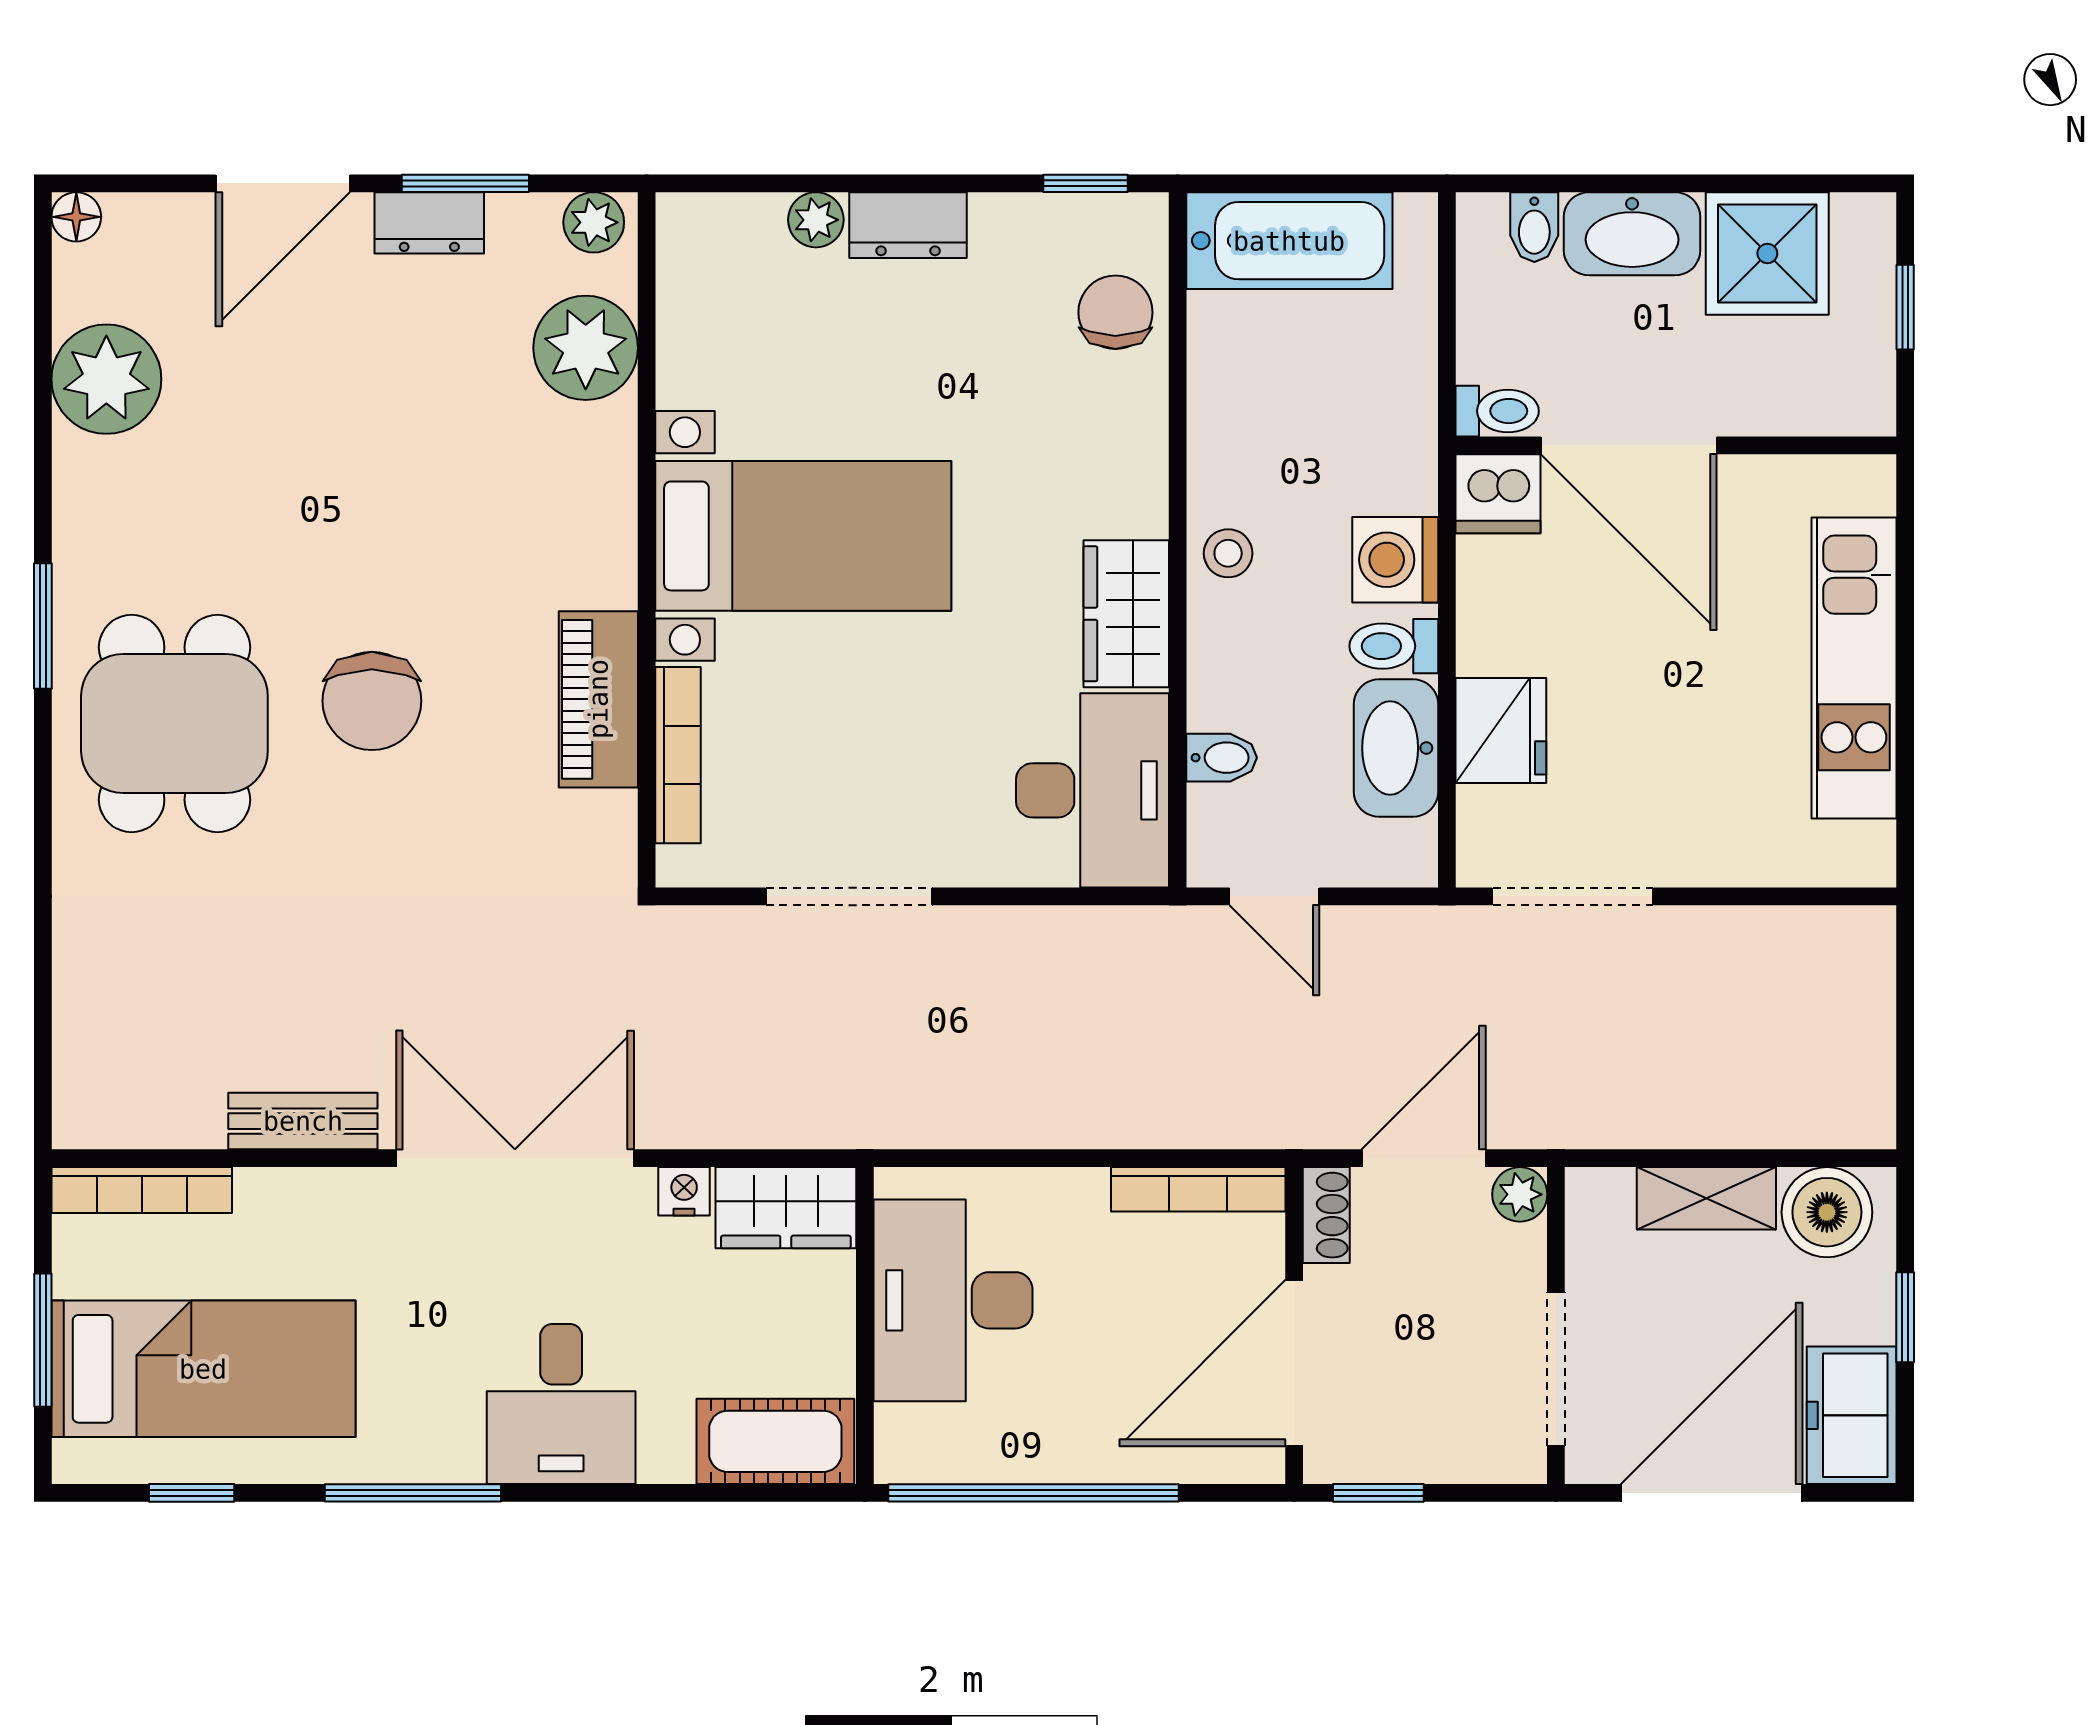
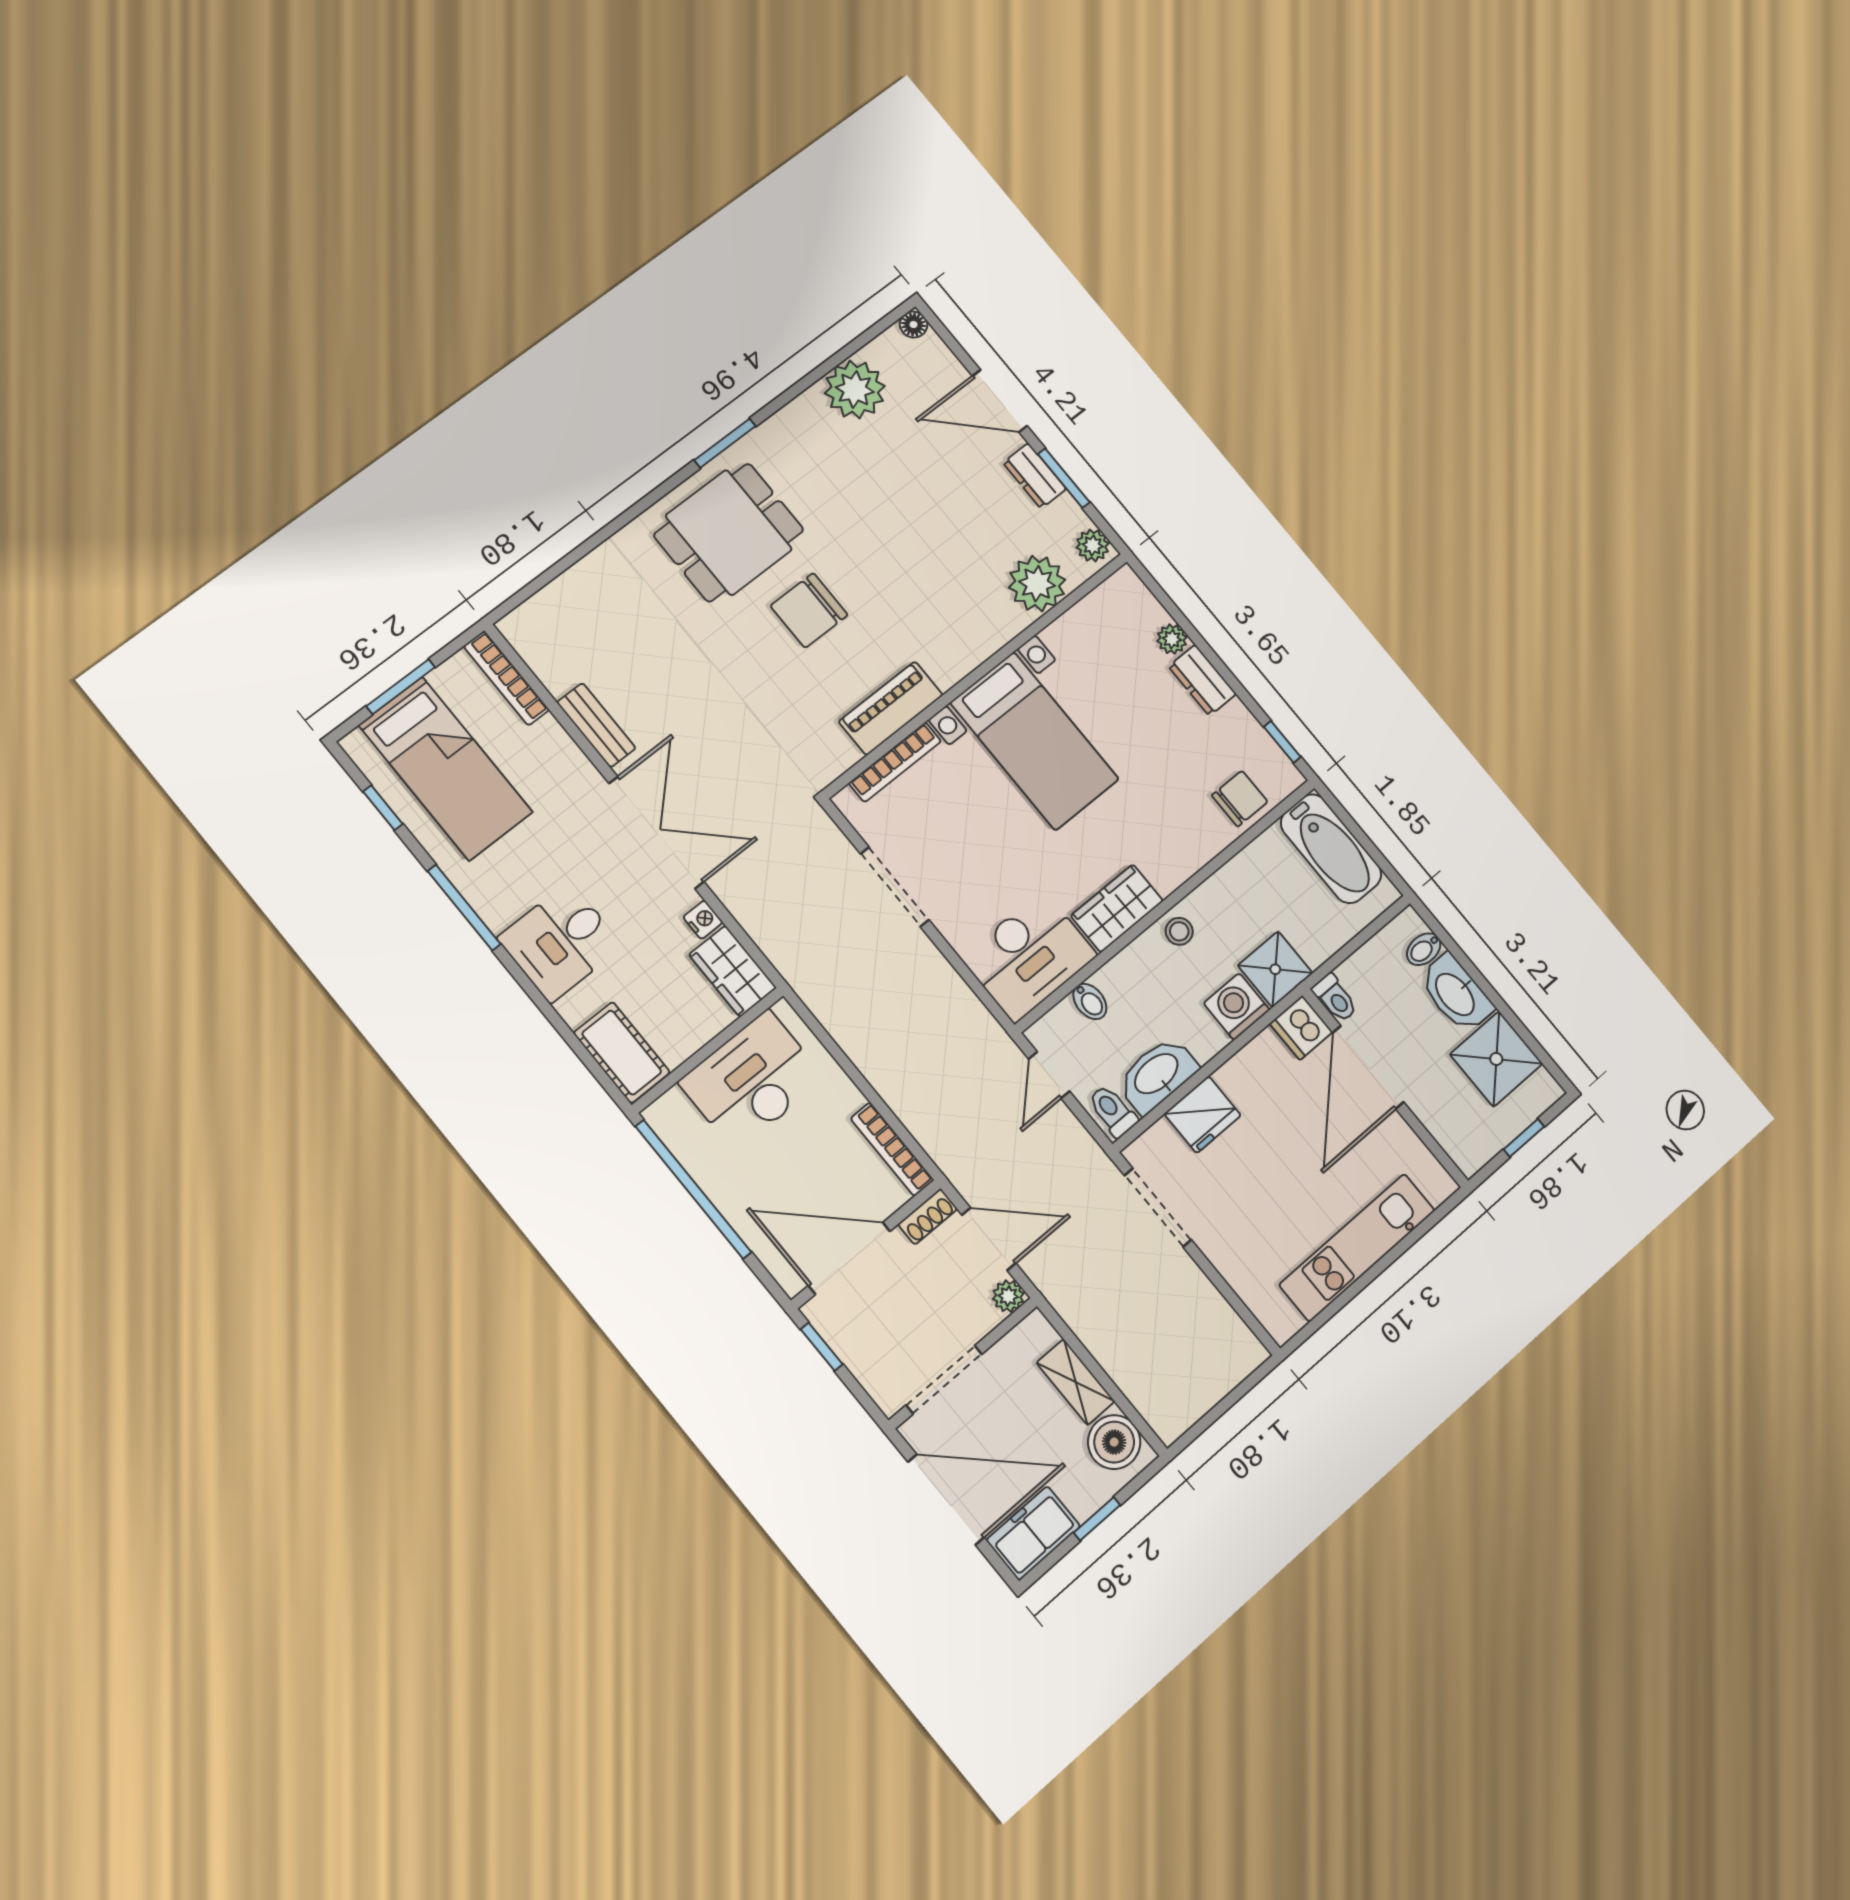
shower: (1389, 462) -> (1275, 969), added
toilet: (1394, 646) -> (1113, 1111), moved

